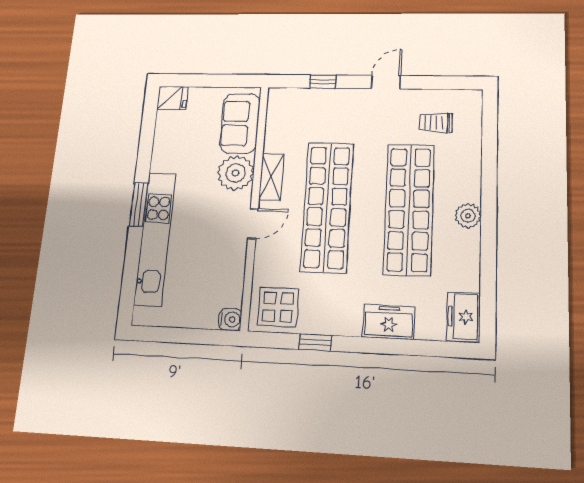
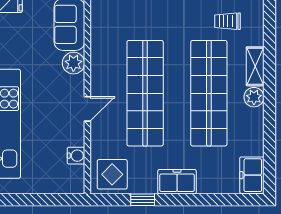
plant: (236, 173) -> (73, 63), width x0.73, depth x0.73
shelving: (271, 177) -> (255, 66), moved
water cooler: (230, 319) -> (76, 156), moved
freezer: (389, 322) -> (177, 182), moved

